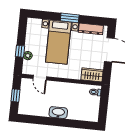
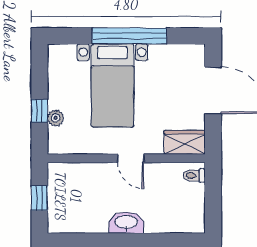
window: (70, 18) -> (130, 36), width x2.11
dresser: (91, 29) -> (173, 53), removed
door: (40, 78) -> (131, 158), moved

